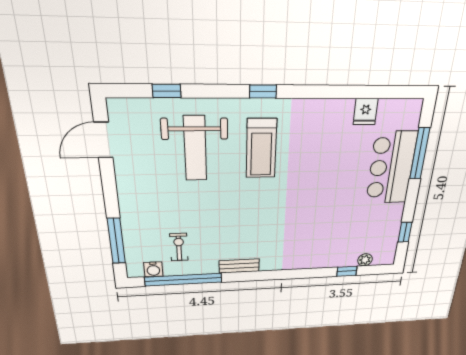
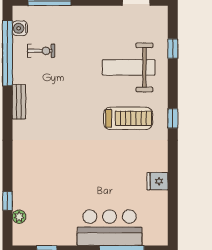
fridge: (366, 112) -> (157, 181), moved
treadmill: (261, 148) -> (128, 118), turned 180

